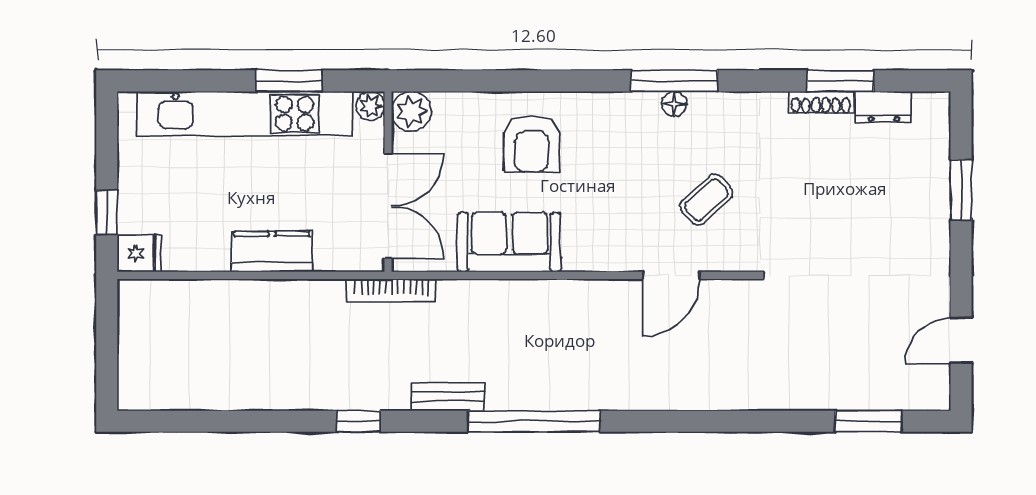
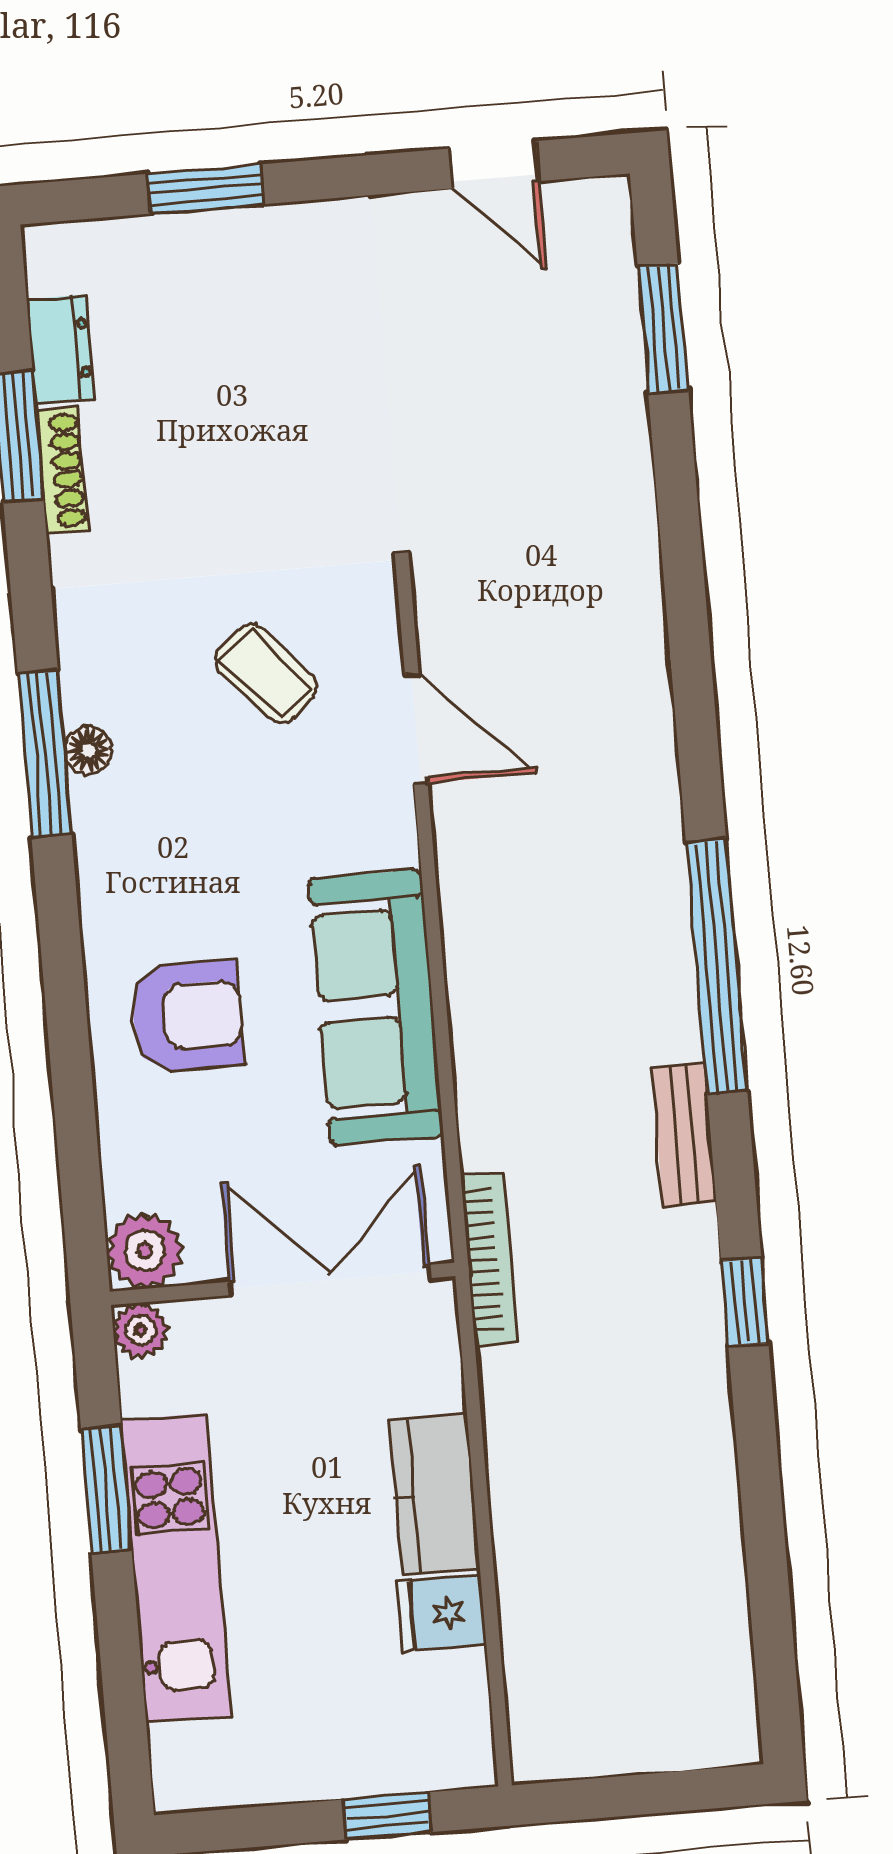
kitchen unit: (245, 114) -> (176, 1568), width x0.73
sofa: (509, 242) -> (376, 1007), width x1.36
fridge: (139, 254) -> (442, 1613), moved, turned -90

